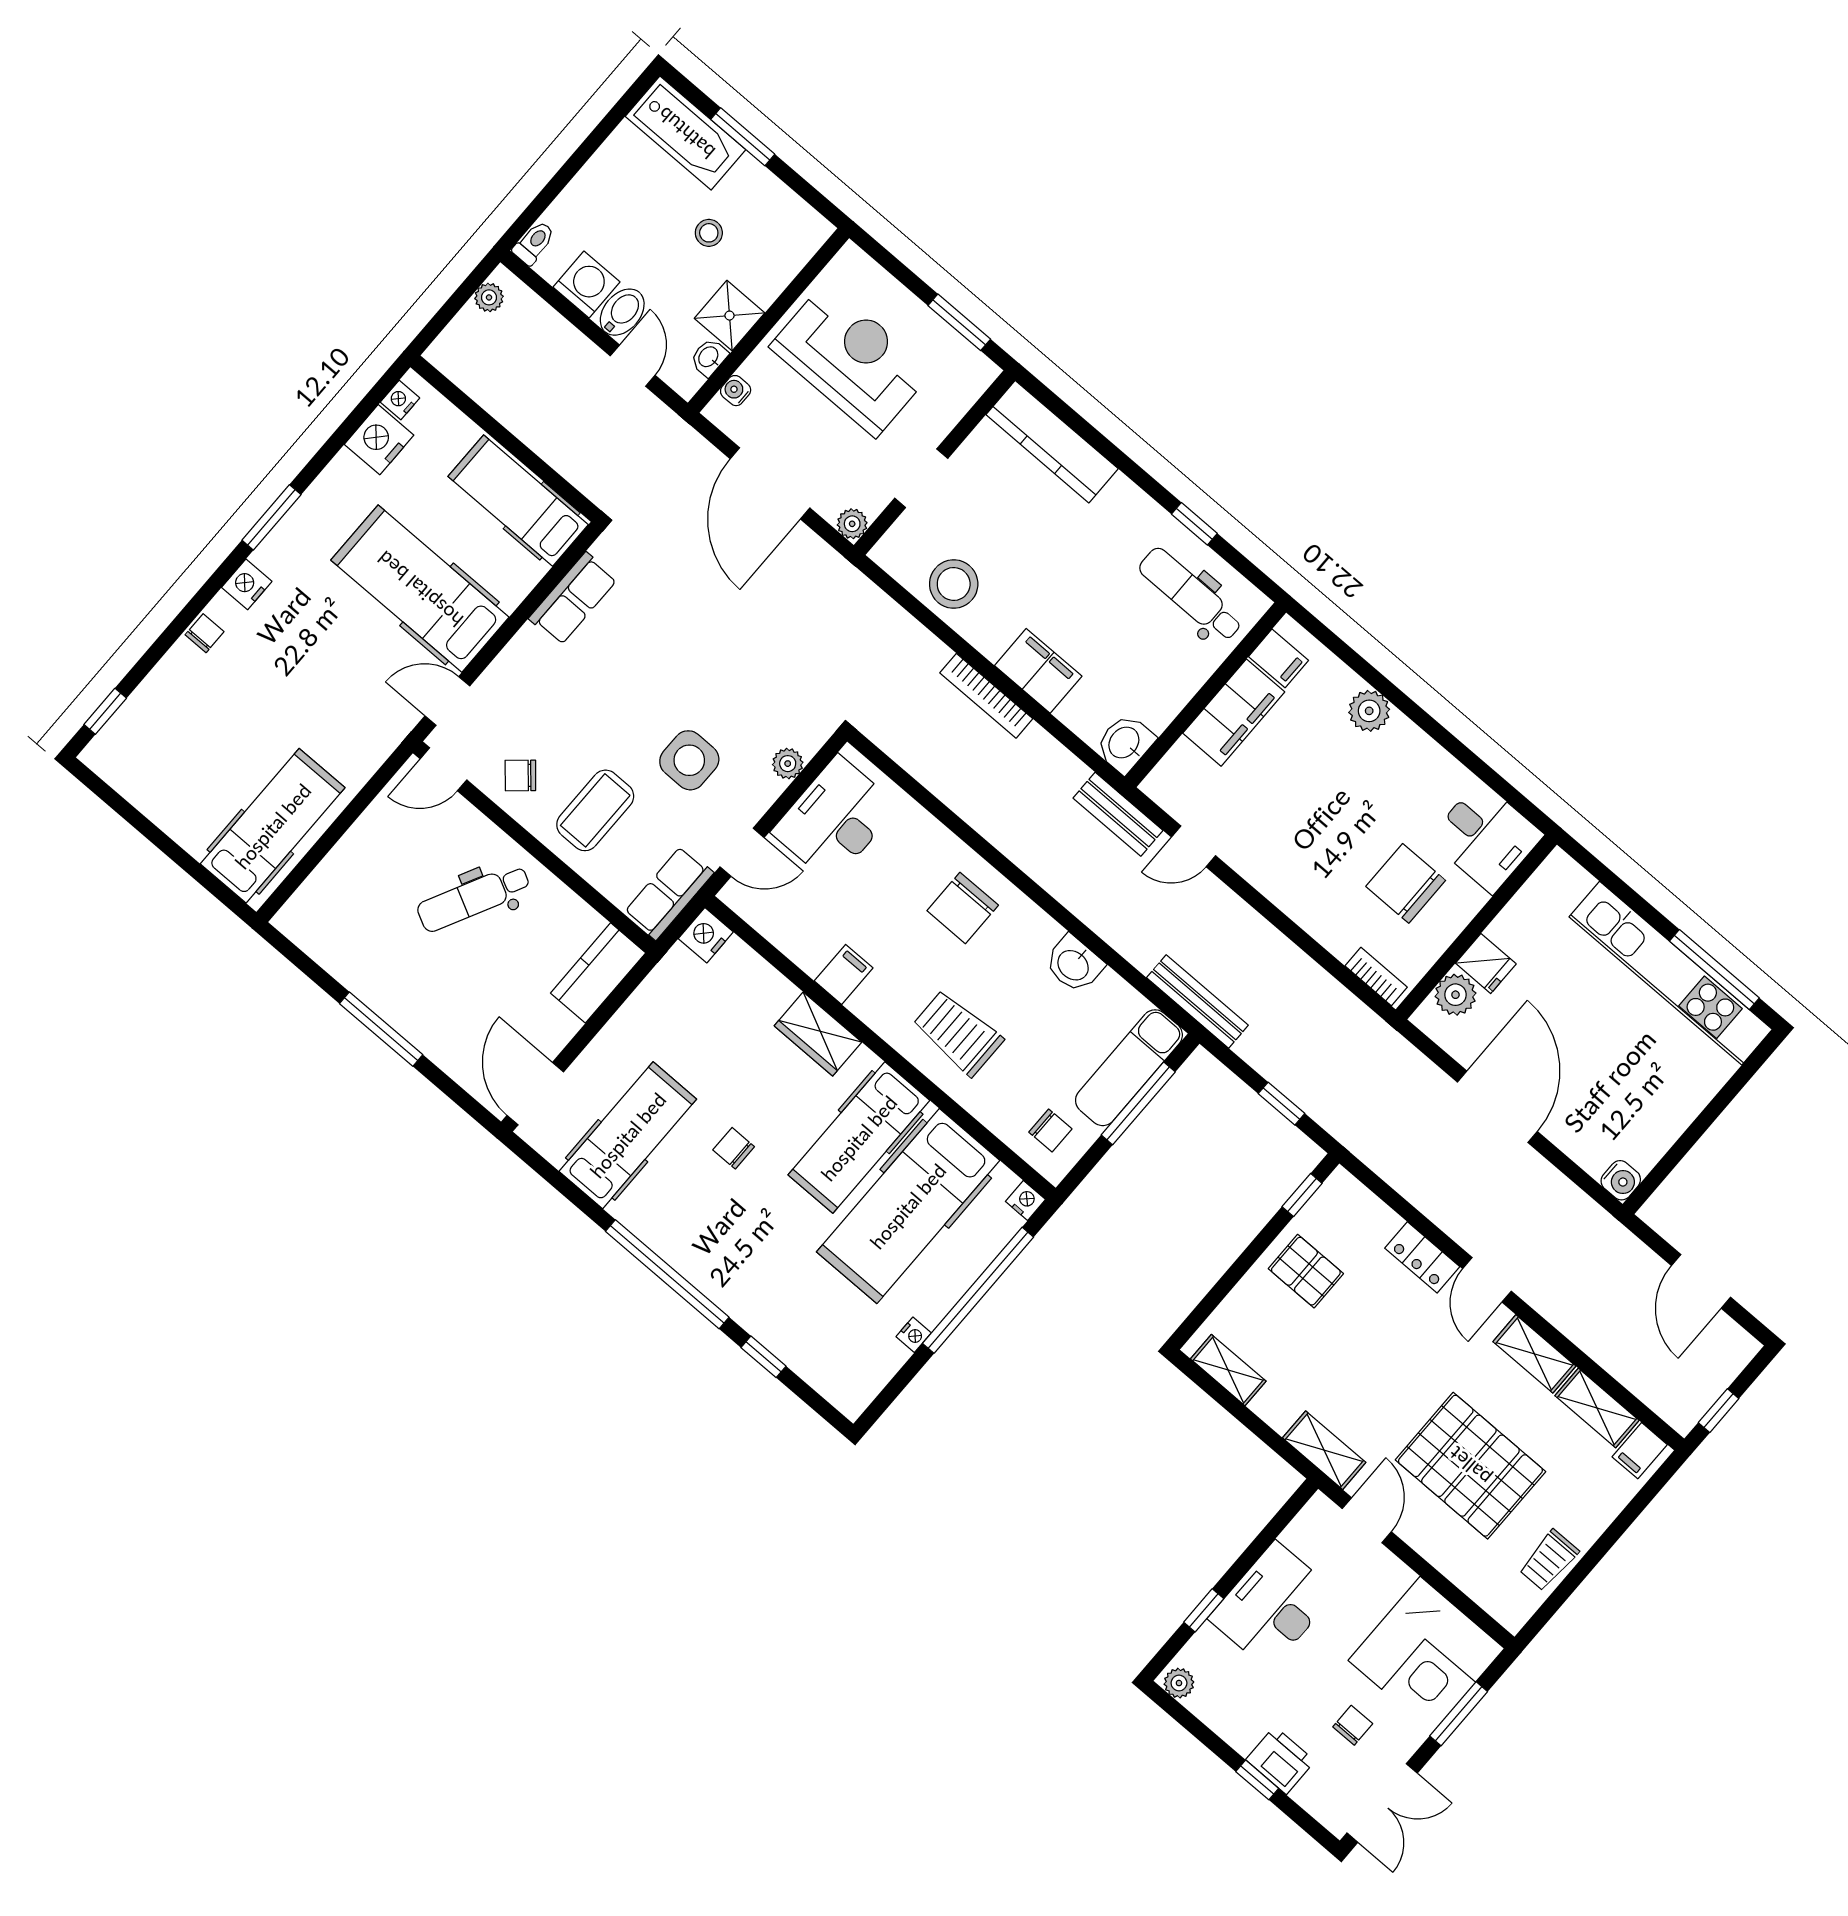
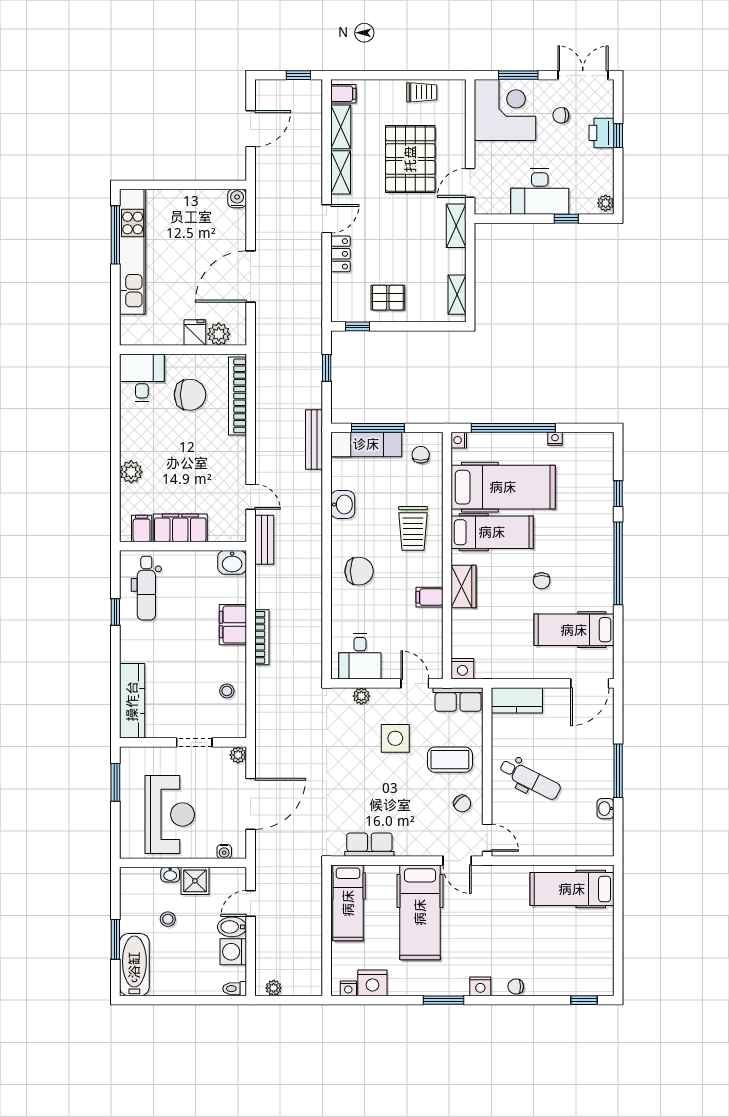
washbasin: (709, 357) -> (170, 875), moved
reception desk: (851, 359) -> (170, 814), turned 180
stool: (954, 584) -> (227, 691), width x0.53, depth x0.53
desk: (835, 819) -> (360, 656), width x0.73
chair: (1406, 883) -> (190, 395), turned -90
washbasin: (344, 967) -> (605, 809), added
bookcase: (1376, 977) -> (237, 396), width x2.31, depth x1.31
pallet: (1306, 1271) -> (388, 298), turned 90

